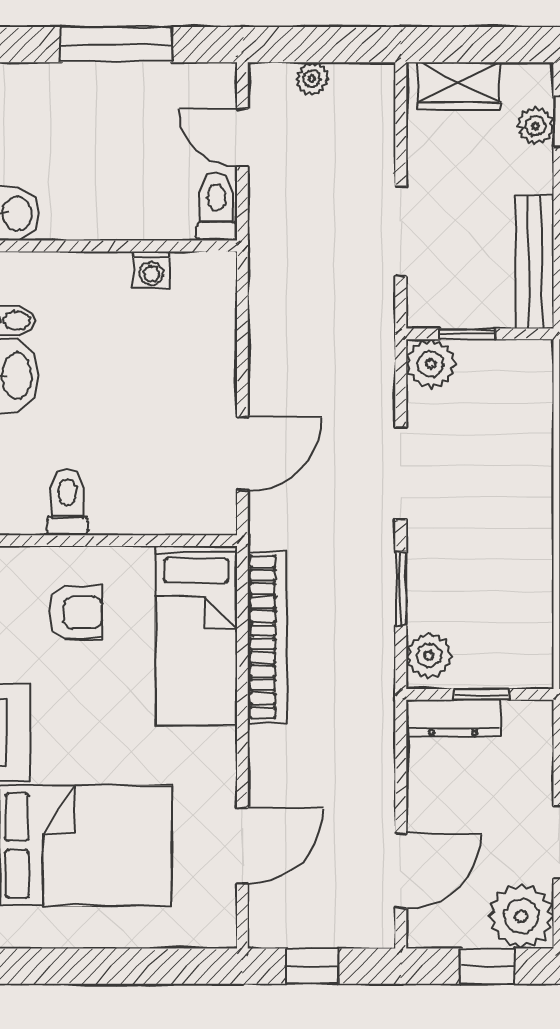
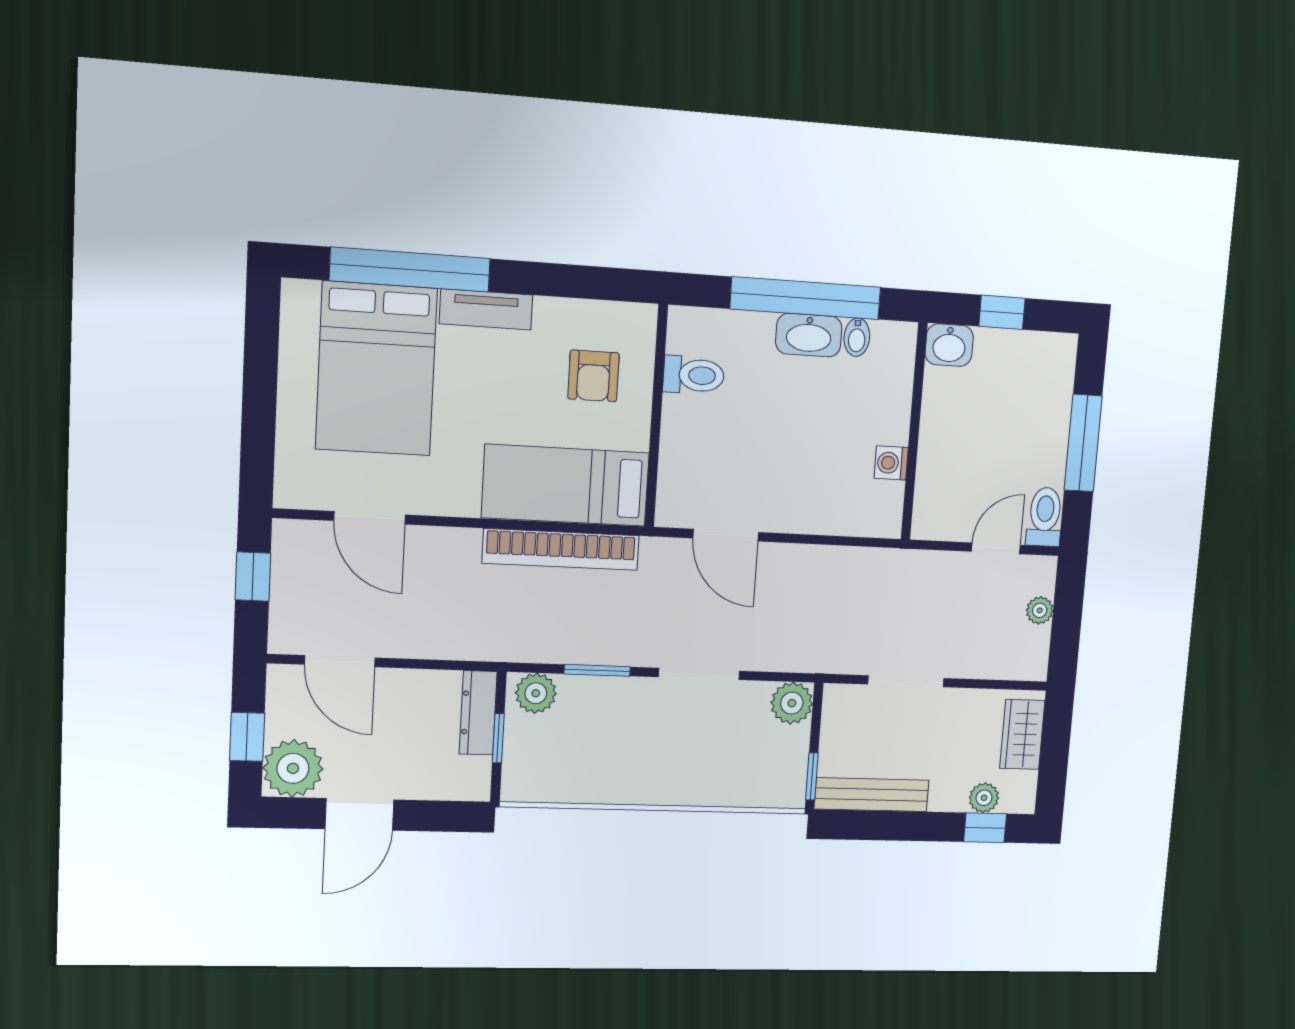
toilet: (217, 207) -> (1045, 517), moved, turned -90
window: (467, 334) -> (812, 776), moved

